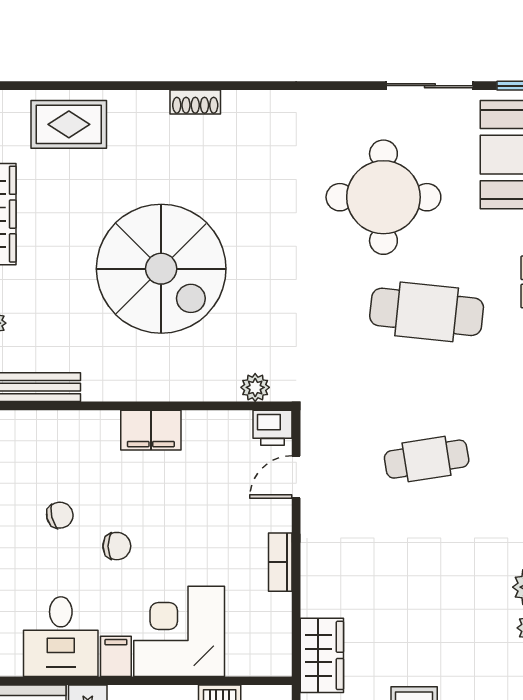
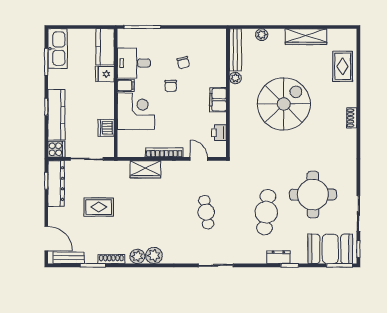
spiral stairs: (161, 269) -> (284, 104), turned 180
plant: (255, 387) -> (235, 78), moved
printer: (272, 428) -> (219, 133), moved
bookcase: (280, 562) -> (164, 152), width x1.56
wardrobe: (322, 655) -> (145, 169), moved

